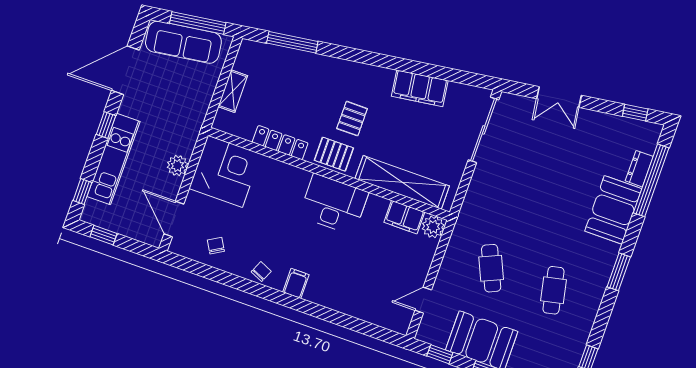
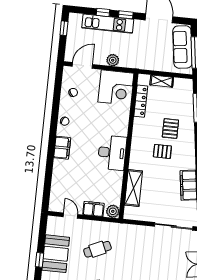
locker: (280, 143) -> (141, 101), moved
pallet: (334, 154) -> (170, 129), moved
shelving: (402, 182) -> (134, 188), width x0.68
window: (82, 191) -> (103, 12), moved
filing cabinet: (404, 217) -> (93, 209), moved, turned 90
filing cabinet: (296, 283) -> (62, 148), width x2.00
window: (440, 354) -> (42, 232), removed

